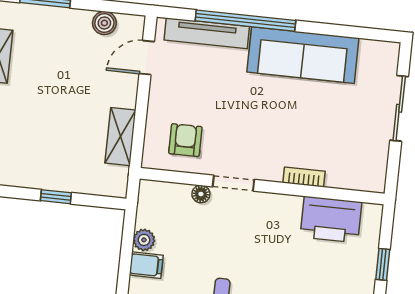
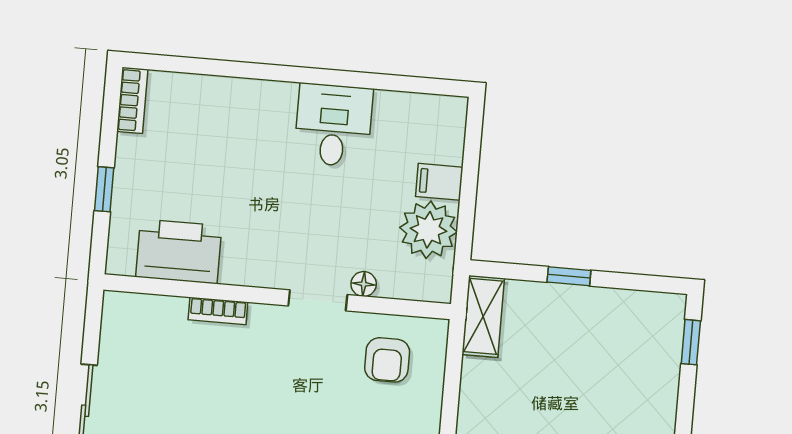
shelving: (120, 137) -> (483, 316), moved
plant: (144, 240) -> (428, 230), width x1.88, depth x1.88

